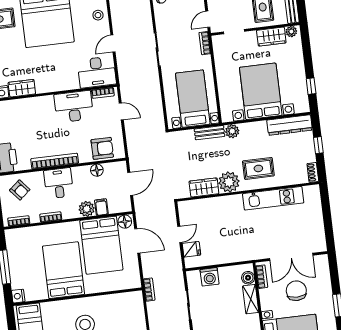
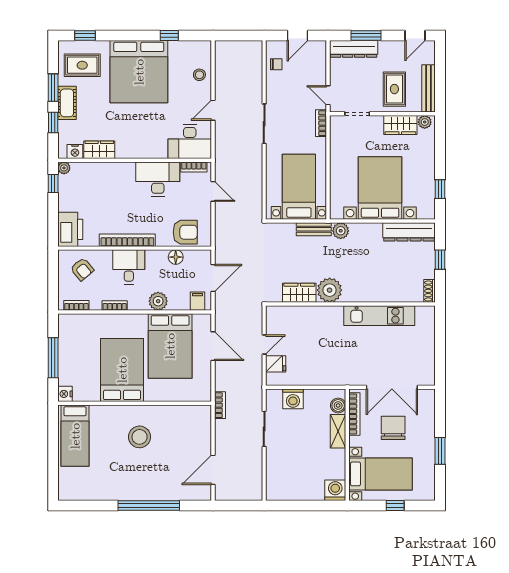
door: (208, 19) -> (328, 95), hinge flipped
rug: (258, 168) -> (366, 278), removed
filing cabinet: (101, 207) -> (197, 301), moved
floor lamp: (125, 222) -> (201, 322), removed
bookcase: (262, 277) -> (354, 414), width x1.56

